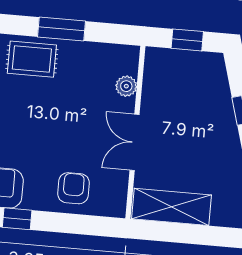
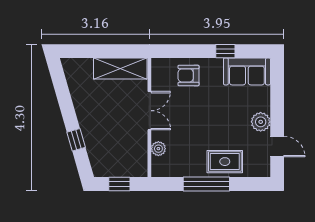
window: (61, 29) -> (206, 184), width x1.44
armchair: (73, 188) -> (189, 75), turned 90

